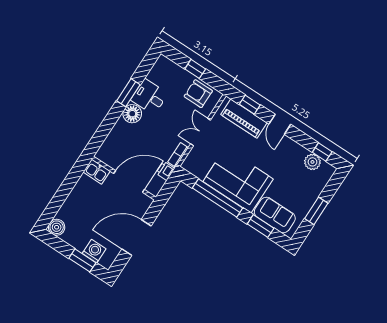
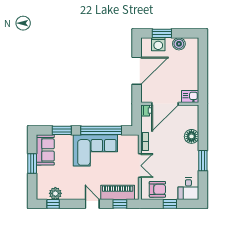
desk: (149, 97) -> (188, 189), moved, turned 90
floor lamp: (132, 114) -> (191, 136), moved
printer: (165, 171) -> (146, 111), moved
sofa: (275, 215) -> (45, 150), moved, turned -90
boiler: (57, 227) -> (179, 44), moved

